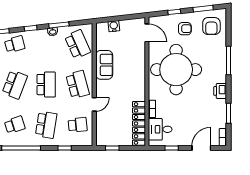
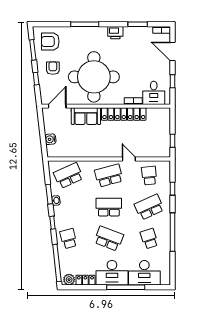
armchair: (211, 26) -> (50, 41), turned 180
sofa: (104, 65) -> (86, 116), moved, turned 180
locker: (139, 123) -> (124, 114), moved
school desk: (46, 125) -> (149, 207), turned -33

